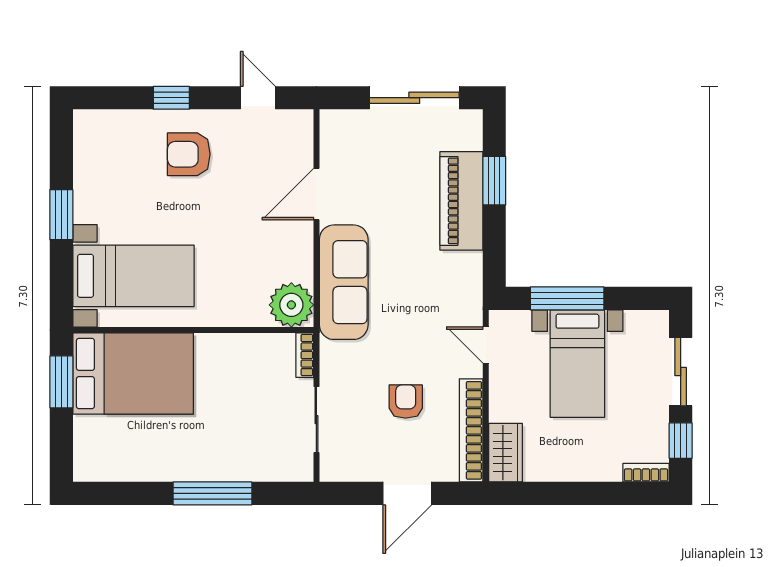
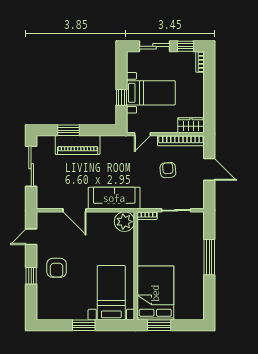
window: (567, 298) -> (122, 97), width x0.46
armchair: (406, 402) -> (168, 170), turned 85

